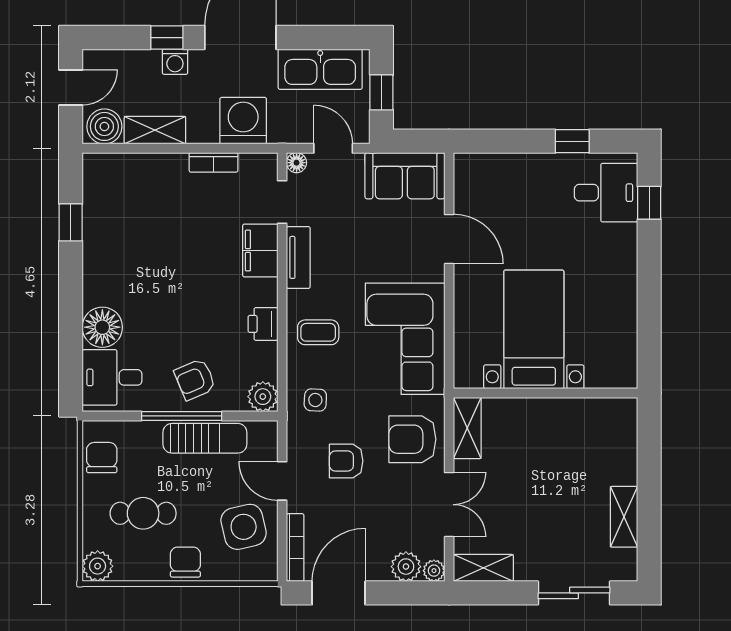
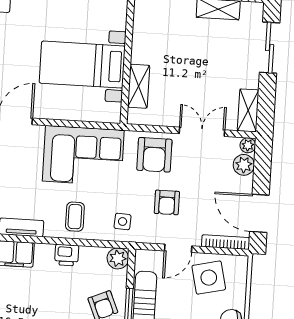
shelving: (467, 428) -> (139, 86), moved, turned 90

